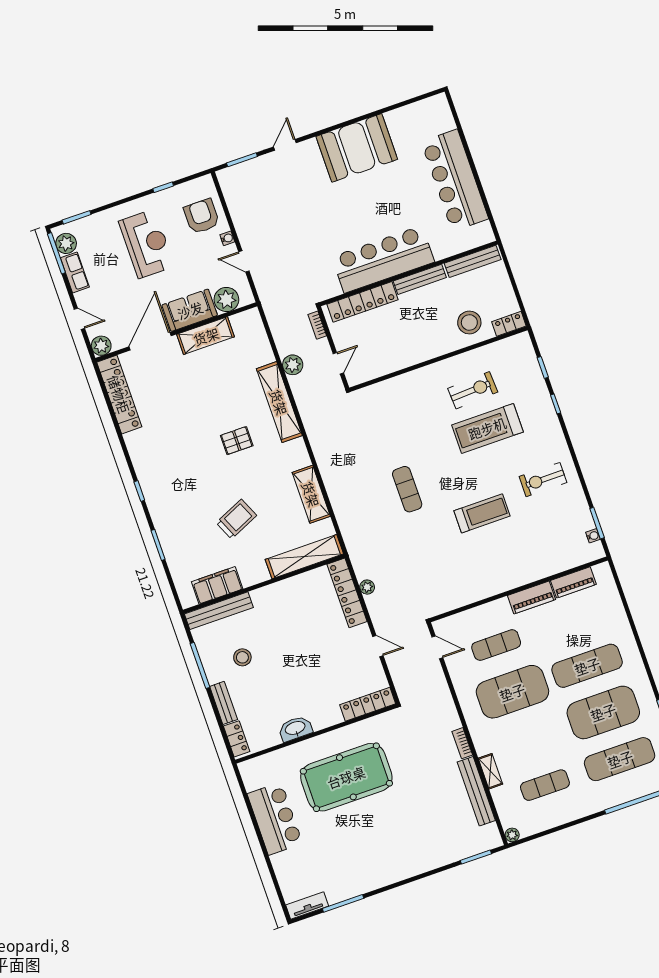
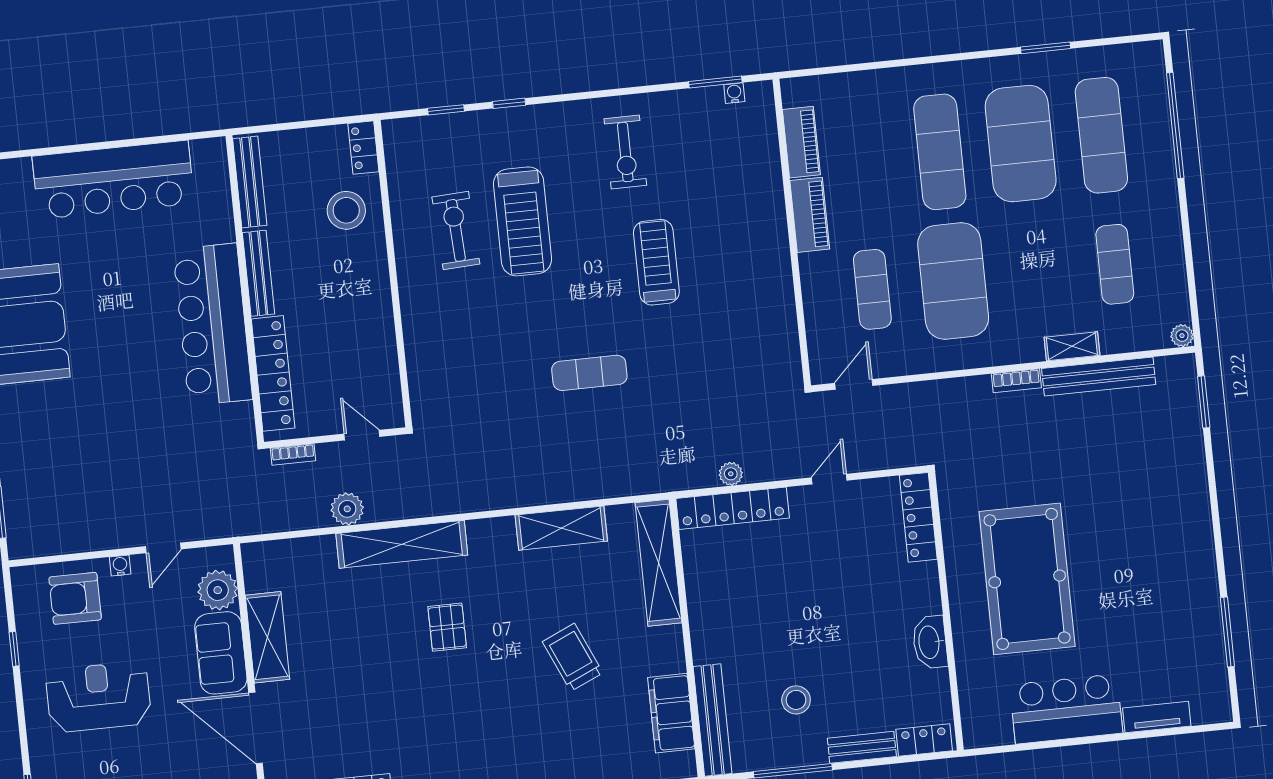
tv unit: (307, 905) -> (1157, 717), moved, turned 90

